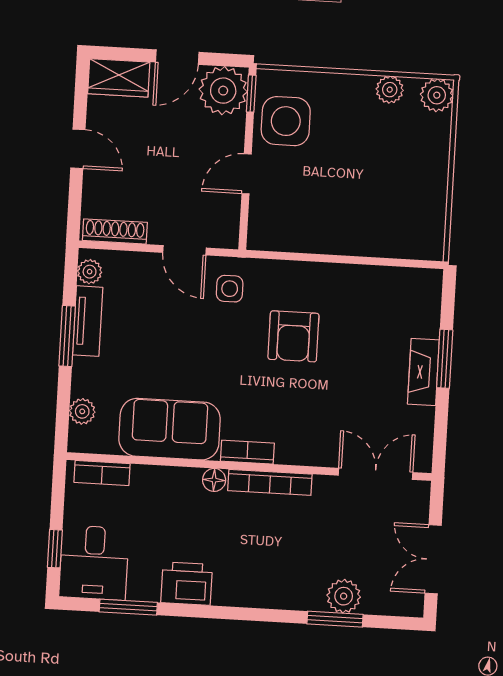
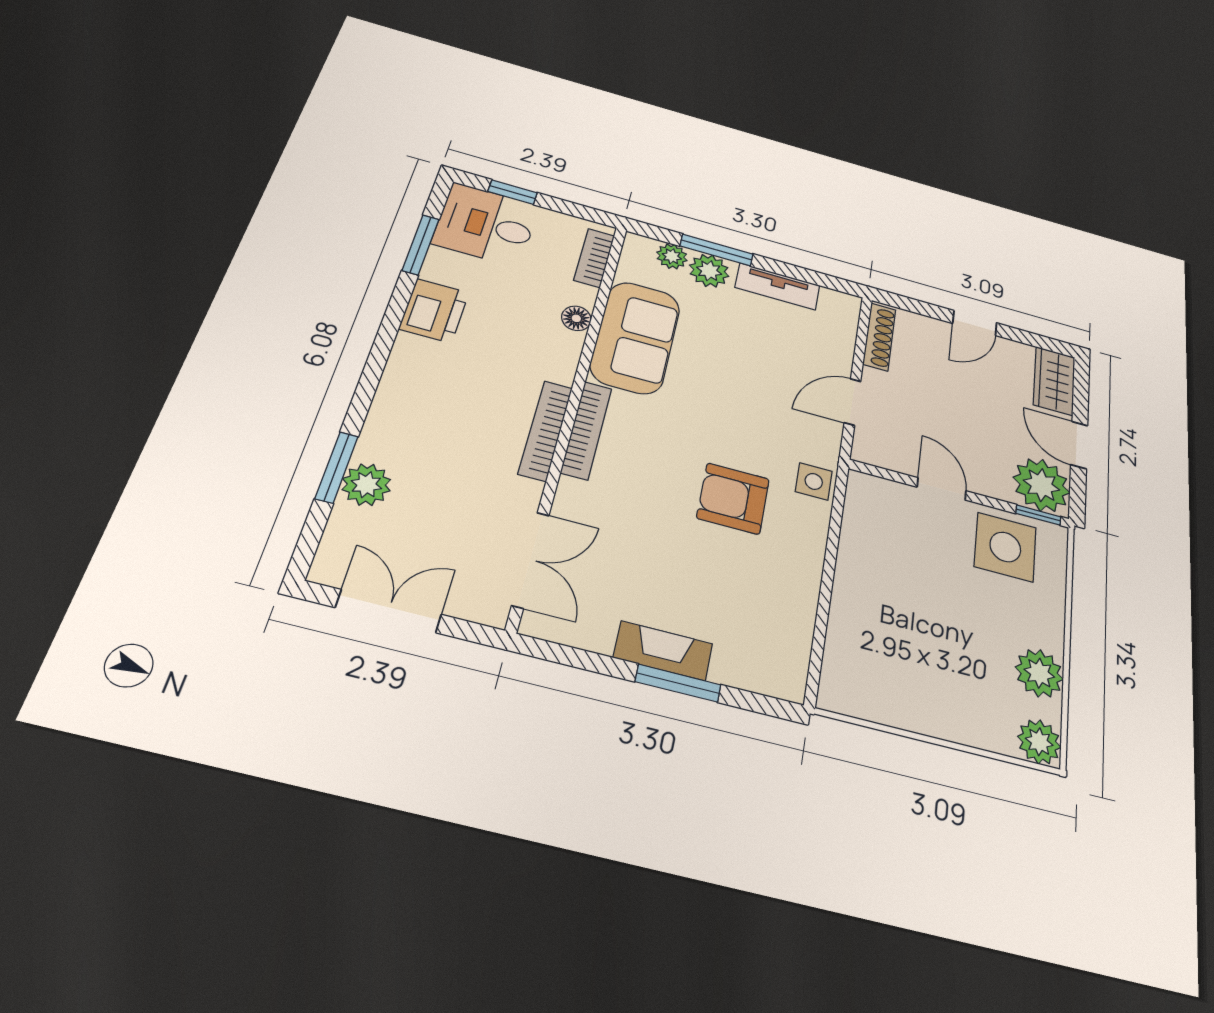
plant: (390, 90) -> (1039, 673), width x1.38, depth x1.38
plant: (90, 272) -> (709, 271), moved, width x1.38, depth x1.38
side table: (230, 289) -> (814, 481), moved
window: (67, 336) -> (716, 250), moved
bookcase: (247, 452) -> (586, 430), width x1.56
floor lamp: (214, 480) -> (576, 318), moved

